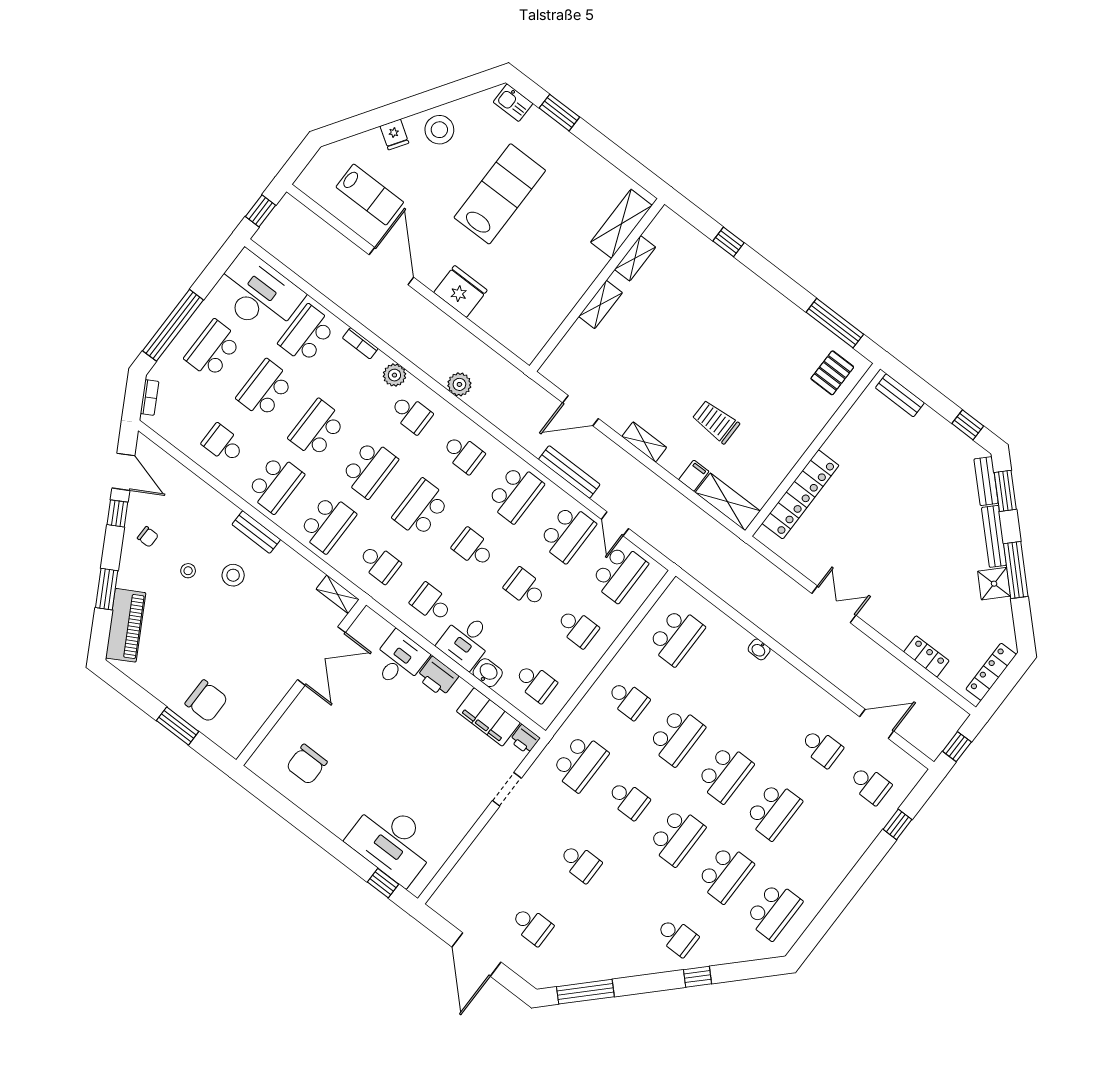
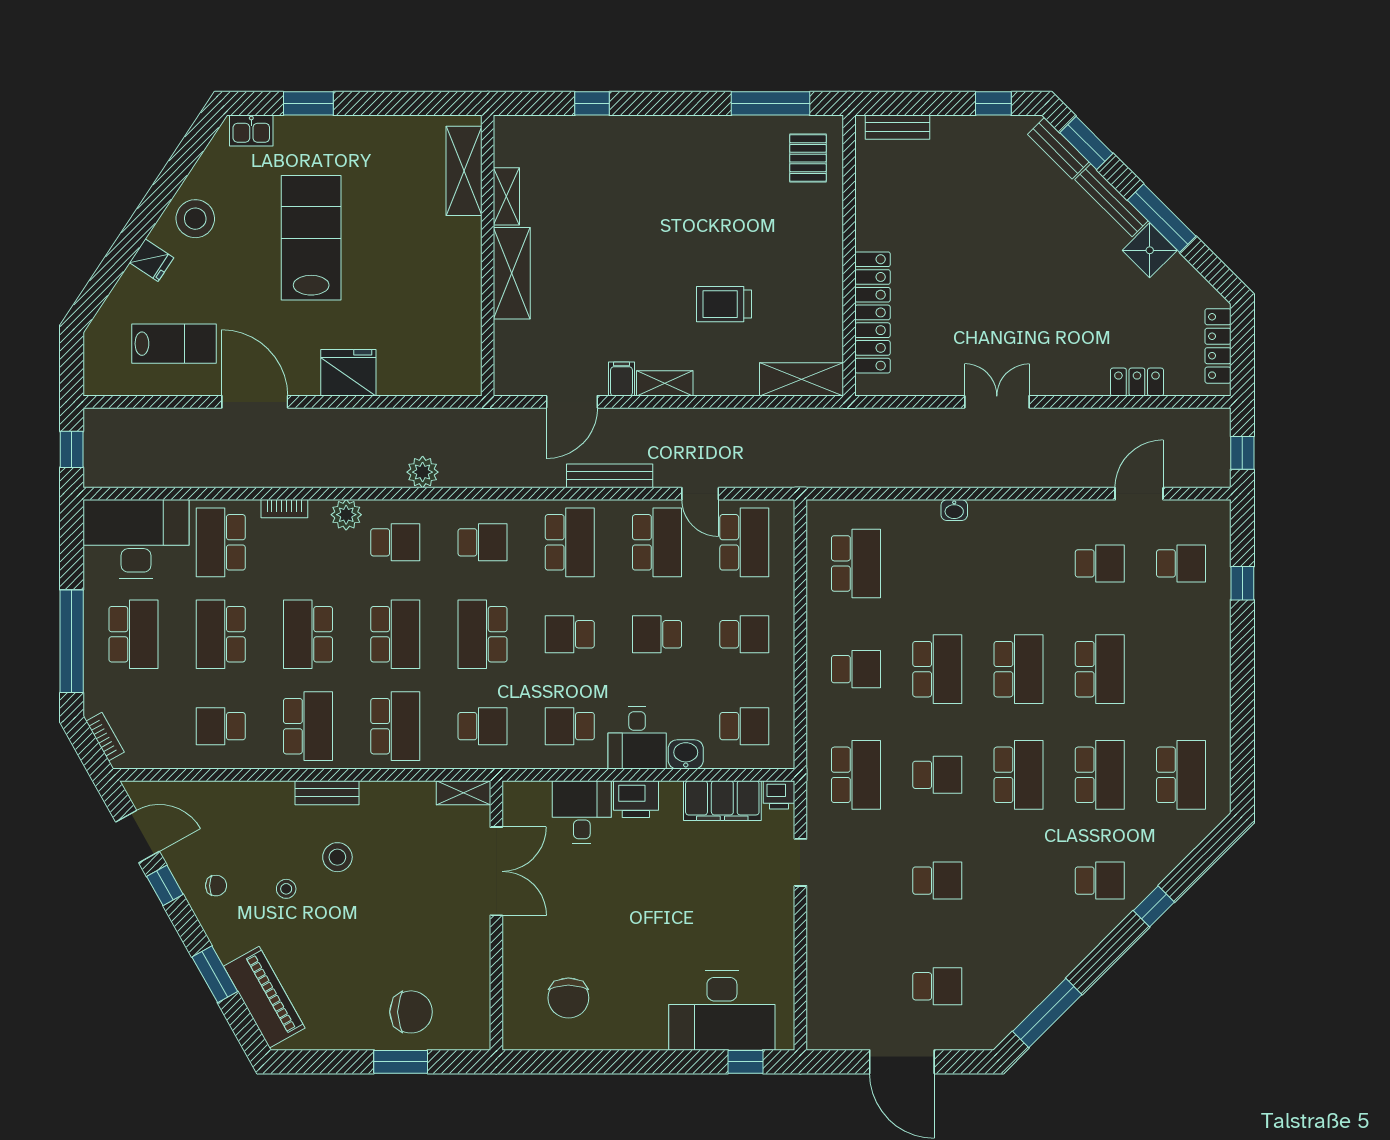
shelving: (600, 304) -> (512, 273), width x1.50, depth x1.33
school desk: (213, 349) -> (133, 634), turned 180
filing cabinet: (694, 476) -> (622, 379), moved

